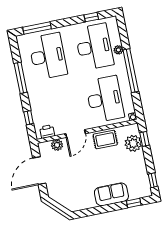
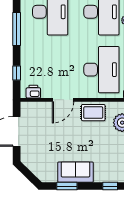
plant: (57, 145) -> (41, 108), removed
sofa: (111, 194) -> (75, 172), moved
window: (95, 211) -> (67, 186), added

